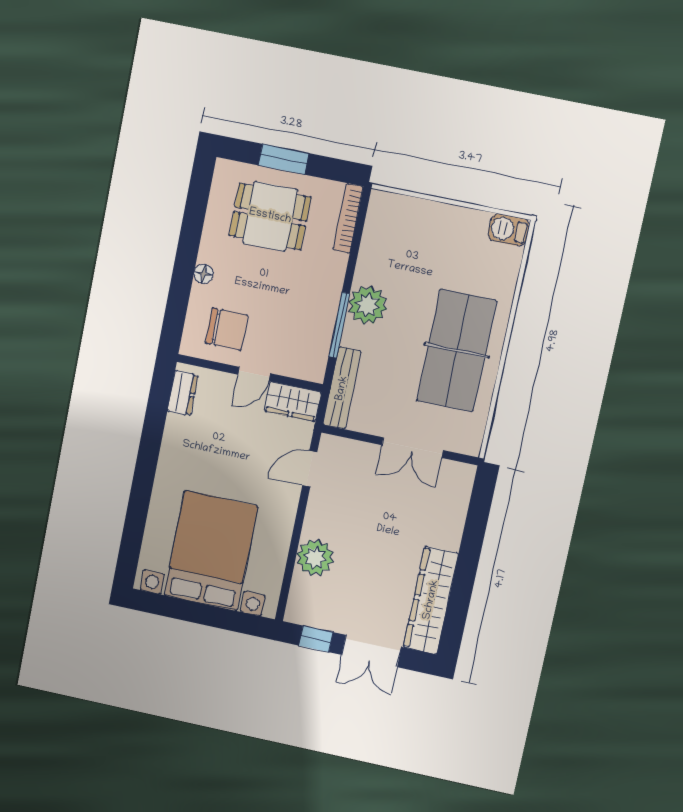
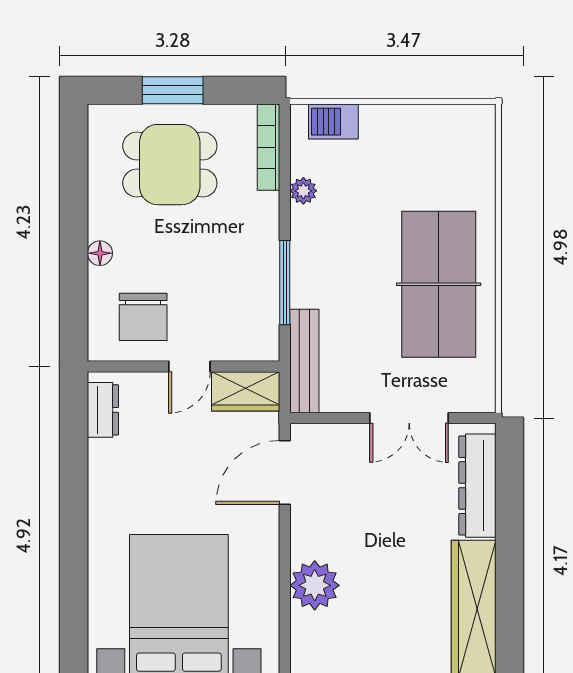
barbecue: (509, 230) -> (333, 122), moved
plant: (367, 305) -> (303, 191), moved, width x0.53, depth x0.53
chair: (227, 329) -> (143, 317), turned 90
door: (310, 469) -> (285, 473), width x1.38
dresser: (453, 509) -> (477, 486), added

